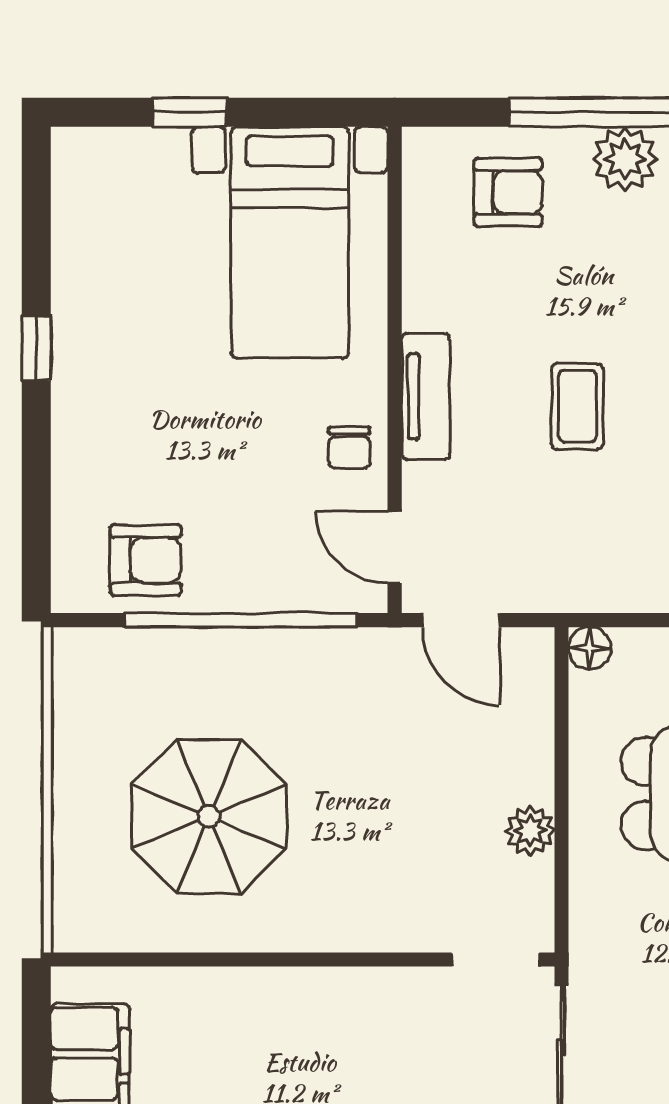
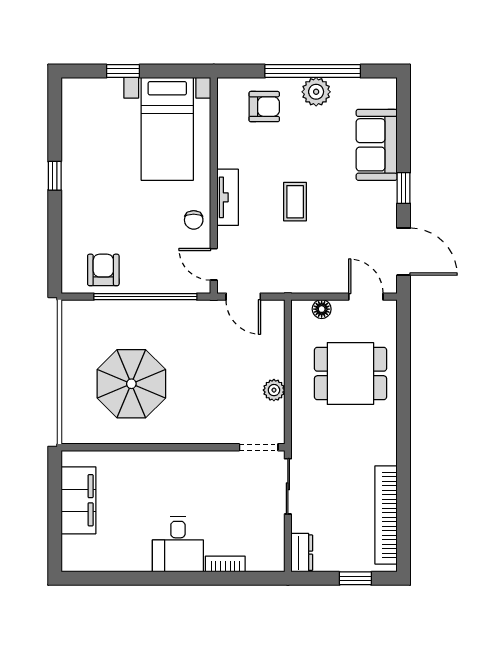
armchair: (146, 560) -> (103, 270), turned -90
floor lamp: (590, 648) -> (322, 309), moved

